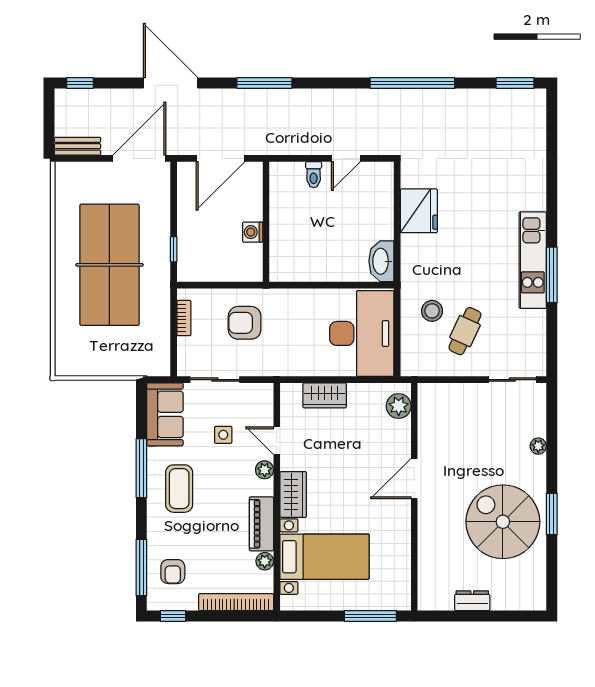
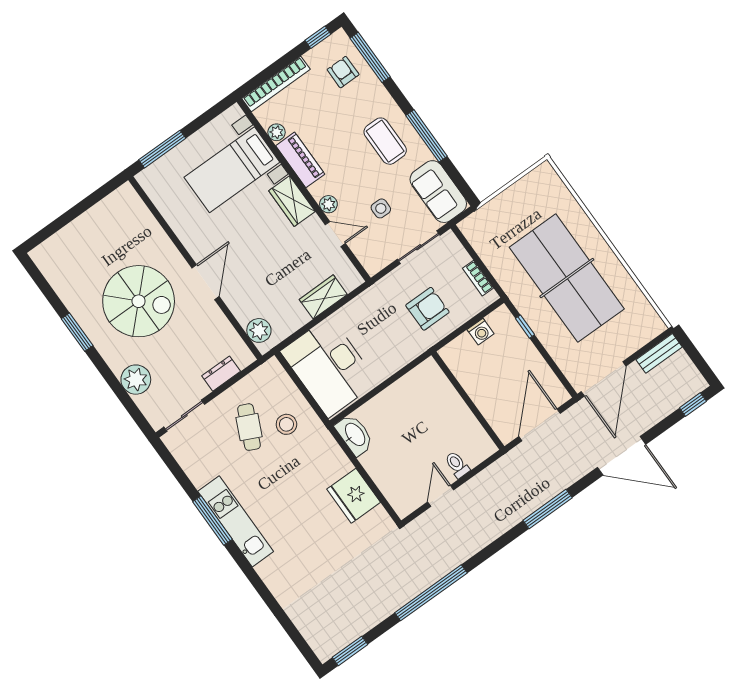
washing machine: (253, 232) -> (481, 332), moved, turned 90
plant: (538, 446) -> (136, 380), width x1.88, depth x1.88
spiral stairs: (503, 522) -> (139, 301), moved
dresser: (472, 601) -> (221, 374), moved, turned 180

